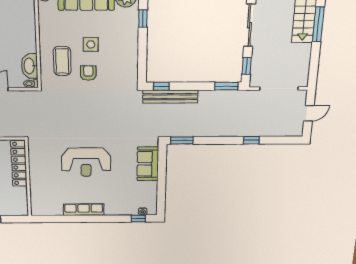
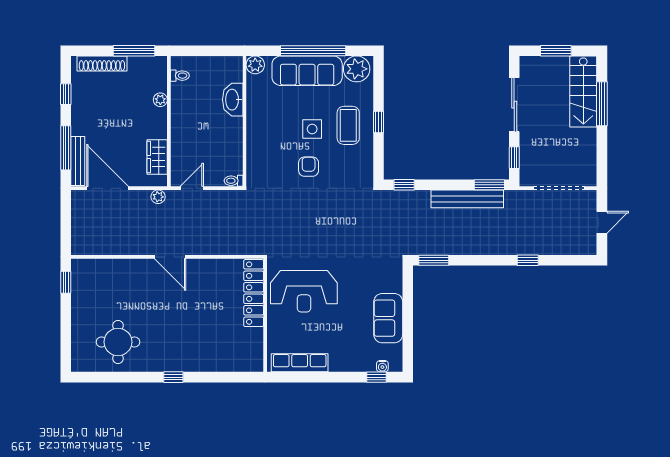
window: (143, 19) -> (379, 122), moved
coffee table: (62, 61) -> (348, 125), moved
washbasin: (30, 66) -> (233, 100), moved
bench: (170, 97) -> (467, 199), moved
locker: (19, 164) -> (254, 293), moved
sofa: (148, 164) -> (388, 318), moved
wall: (28, 179) -> (265, 315), moved

